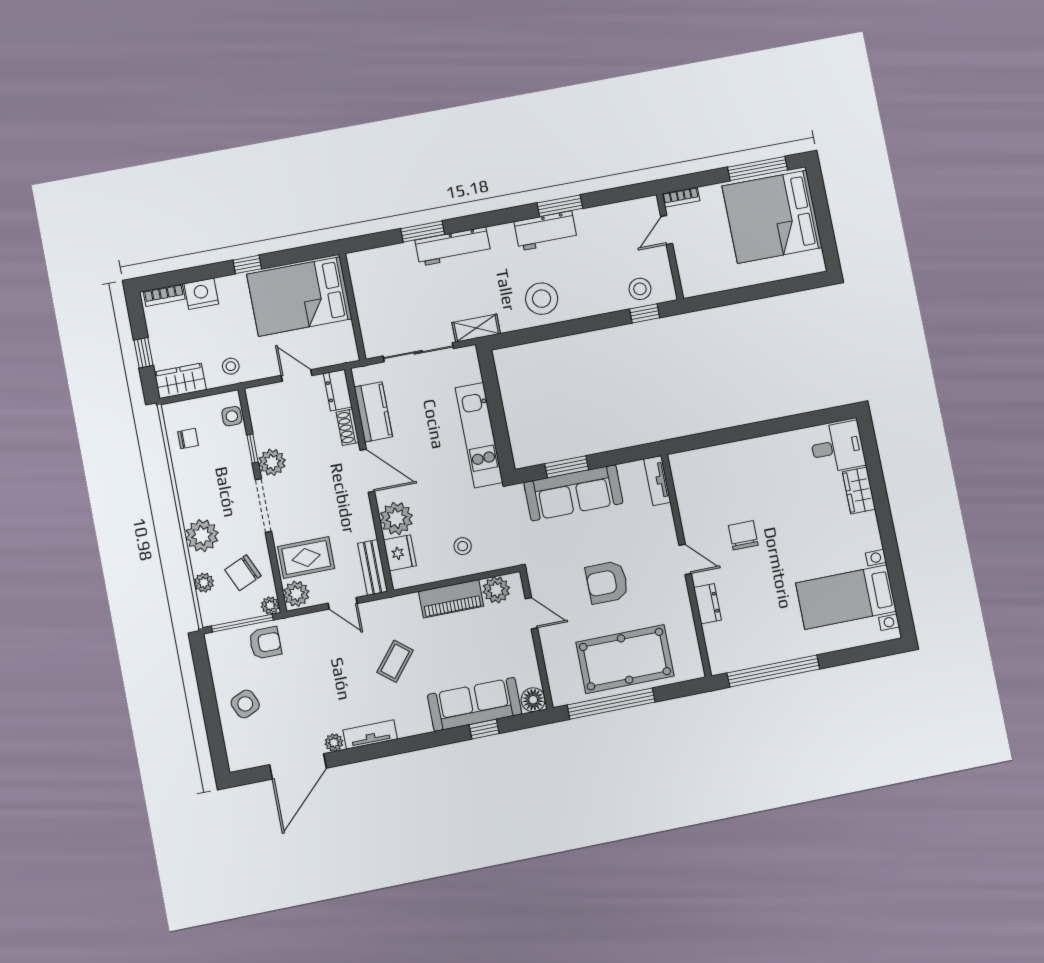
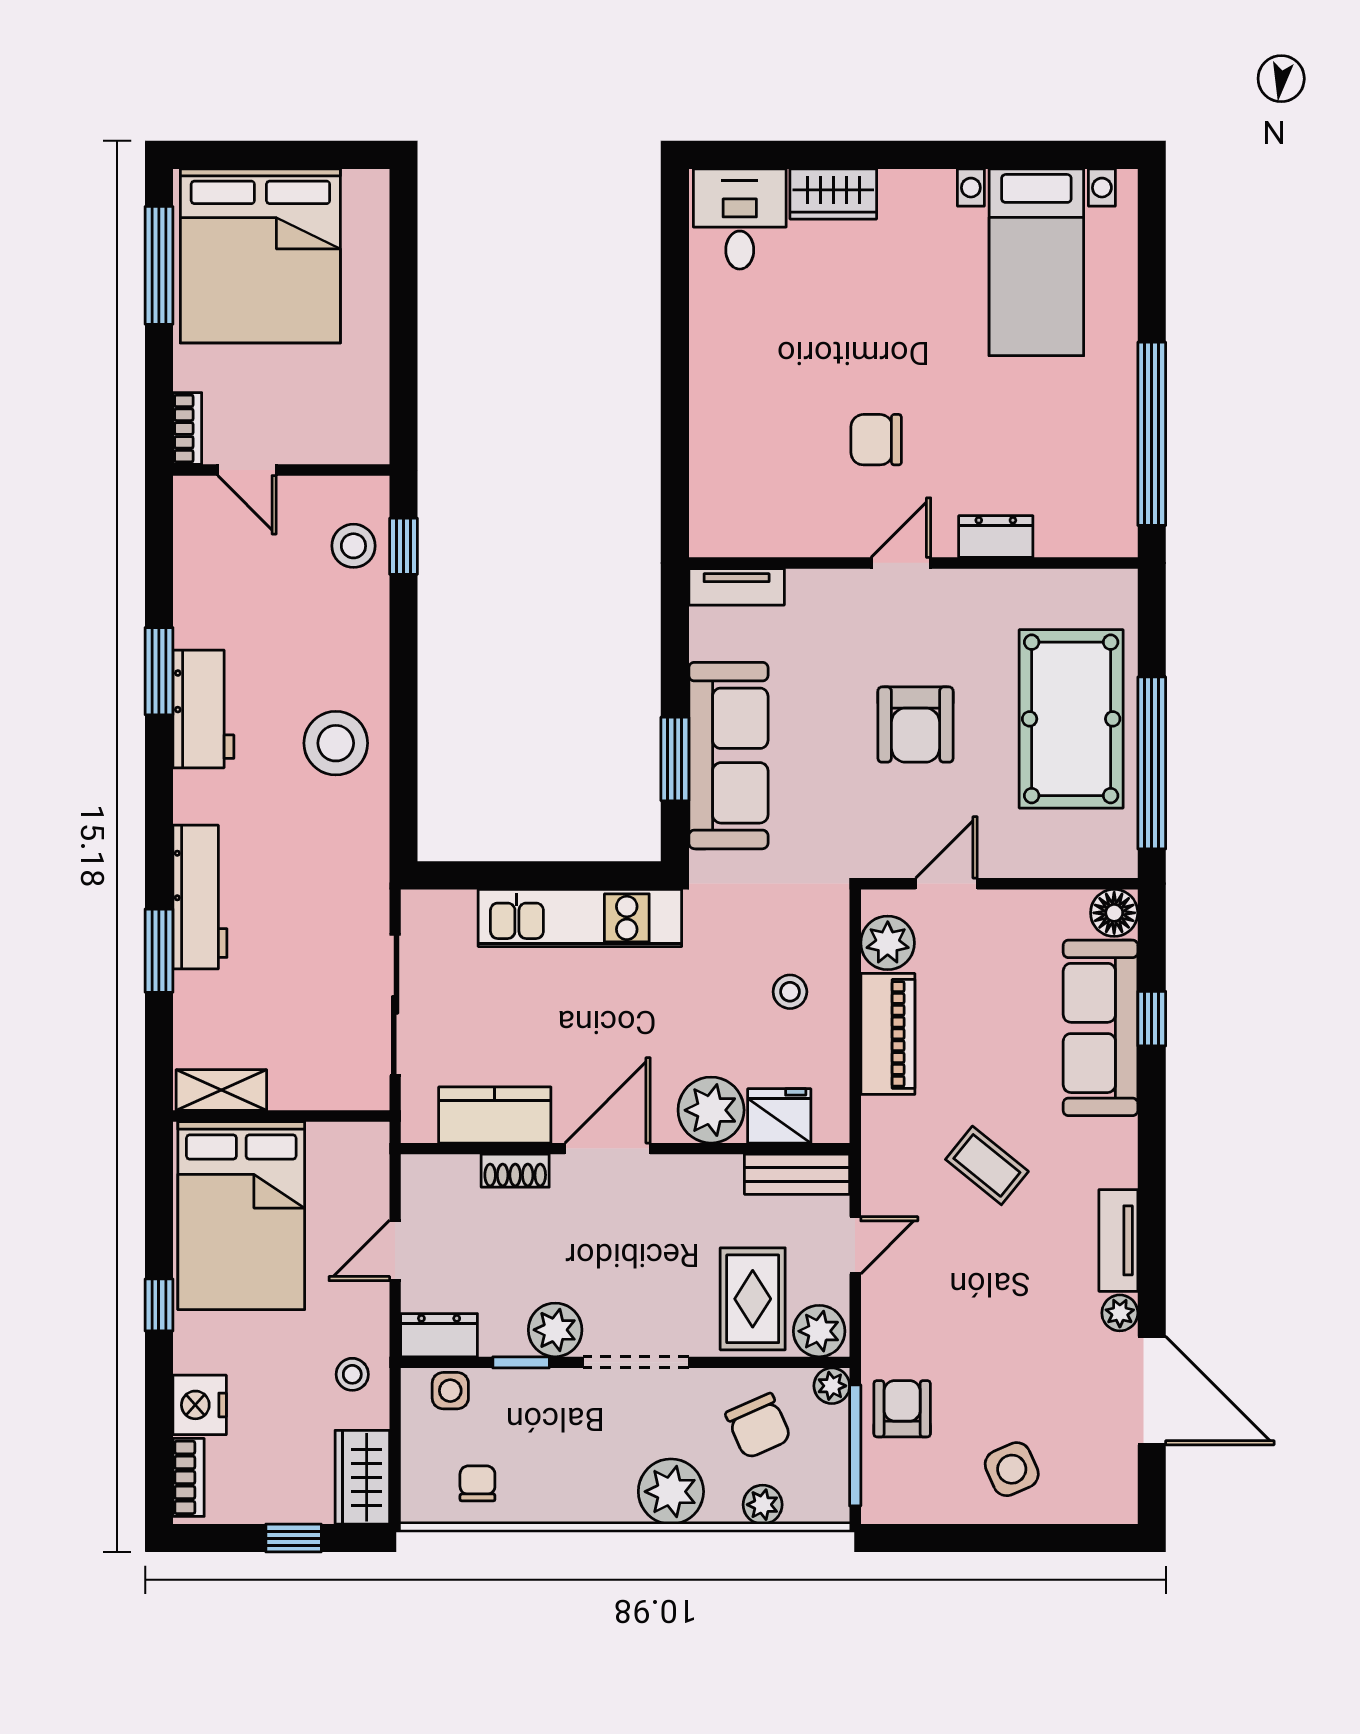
shelving: (476, 328) -> (221, 1090), moved, turned 90
dresser: (338, 390) -> (439, 1335), moved, turned 180

